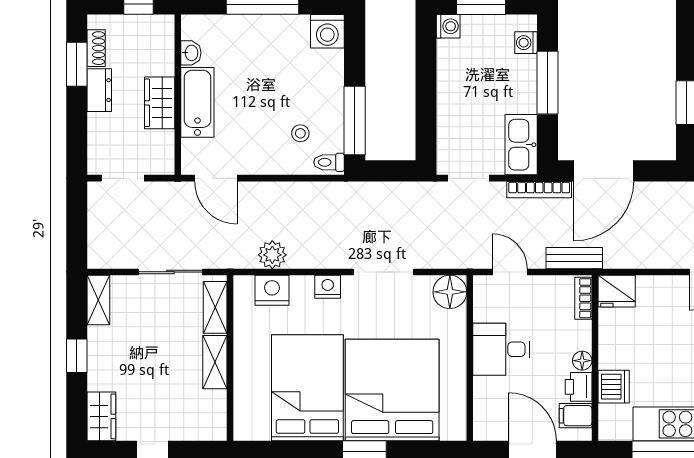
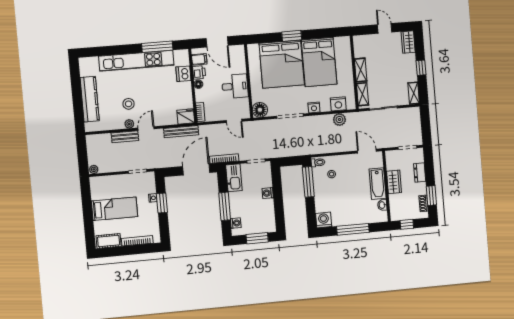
washing machine: (448, 26) -> (268, 193), moved
dresser: (99, 90) -> (420, 173), moved
bench: (574, 258) -> (181, 132), moved, width x1.36

